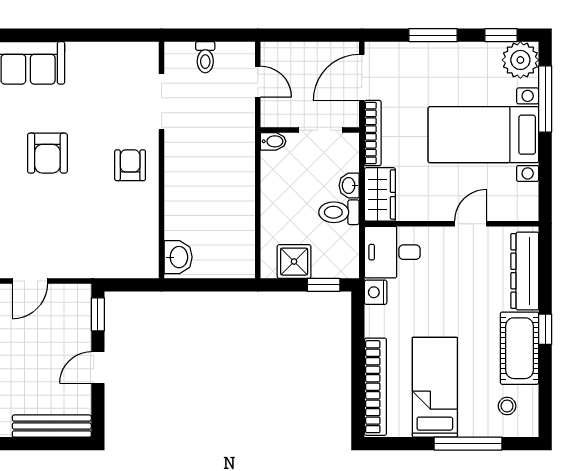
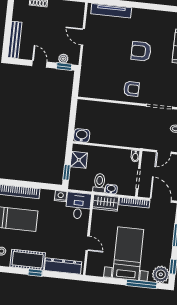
washbasin: (178, 257) -> (82, 135), moved, turned 180
plant: (81, 318) -> (63, 59), added

